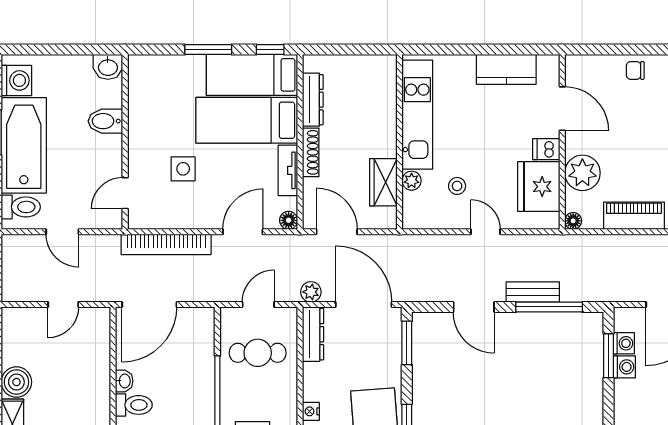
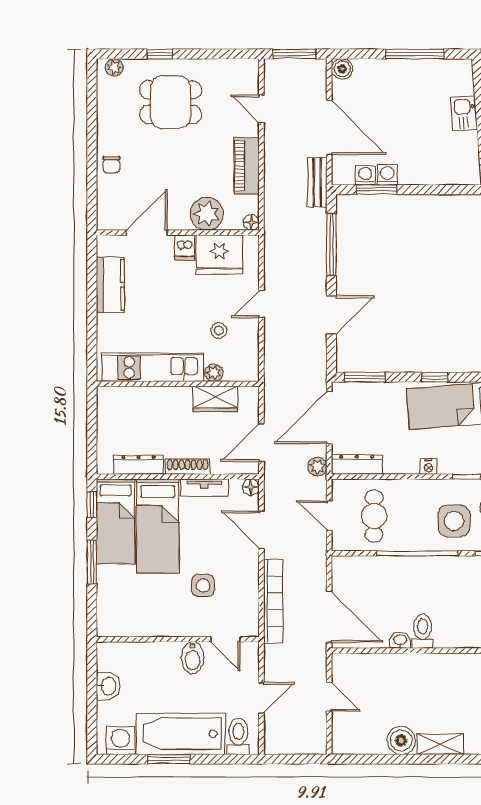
washbasin: (108, 67) -> (108, 686), moved
bidet: (105, 121) -> (193, 658), moved
bench: (533, 292) -> (317, 182), moved

